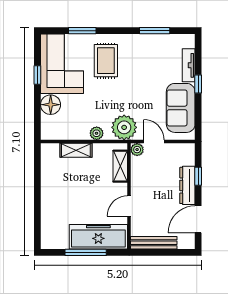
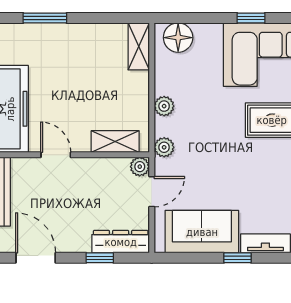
floor lamp: (51, 105) -> (178, 38), moved
plant: (124, 127) -> (164, 147), width x0.53, depth x0.53
shelving: (76, 150) -> (139, 46), moved
dresser: (187, 185) -> (121, 242), moved
window: (37, 213) -> (45, 18), added

